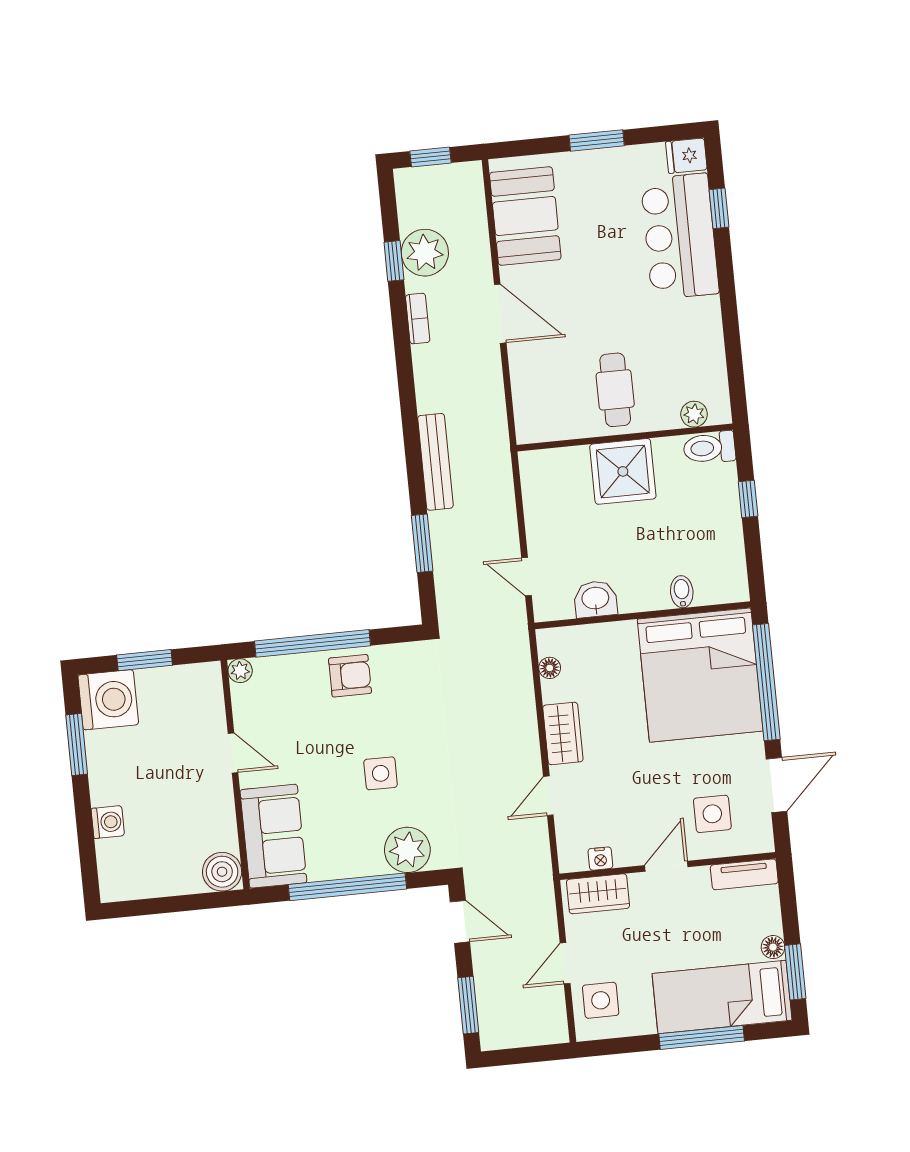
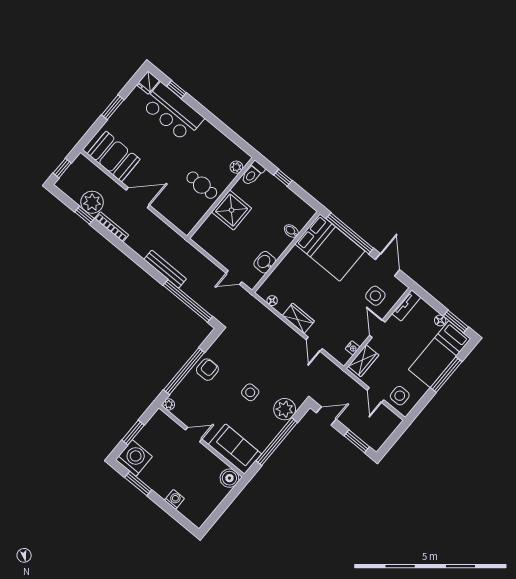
bookcase: (418, 319) -> (112, 227), width x1.56
window: (422, 543) -> (188, 301), width x2.11
bed: (700, 675) -> (330, 247), width x0.73

